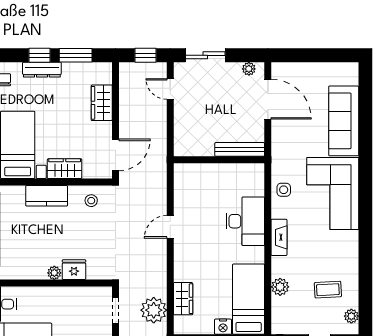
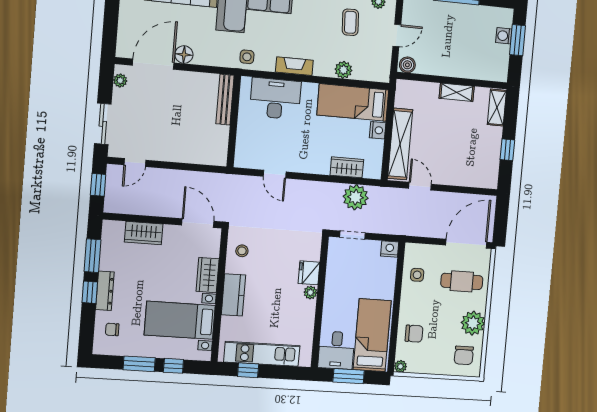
floor lamp: (280, 128) -> (184, 55), added
bench: (240, 149) -> (225, 100), moved
wall: (219, 160) -> (234, 121), moved

